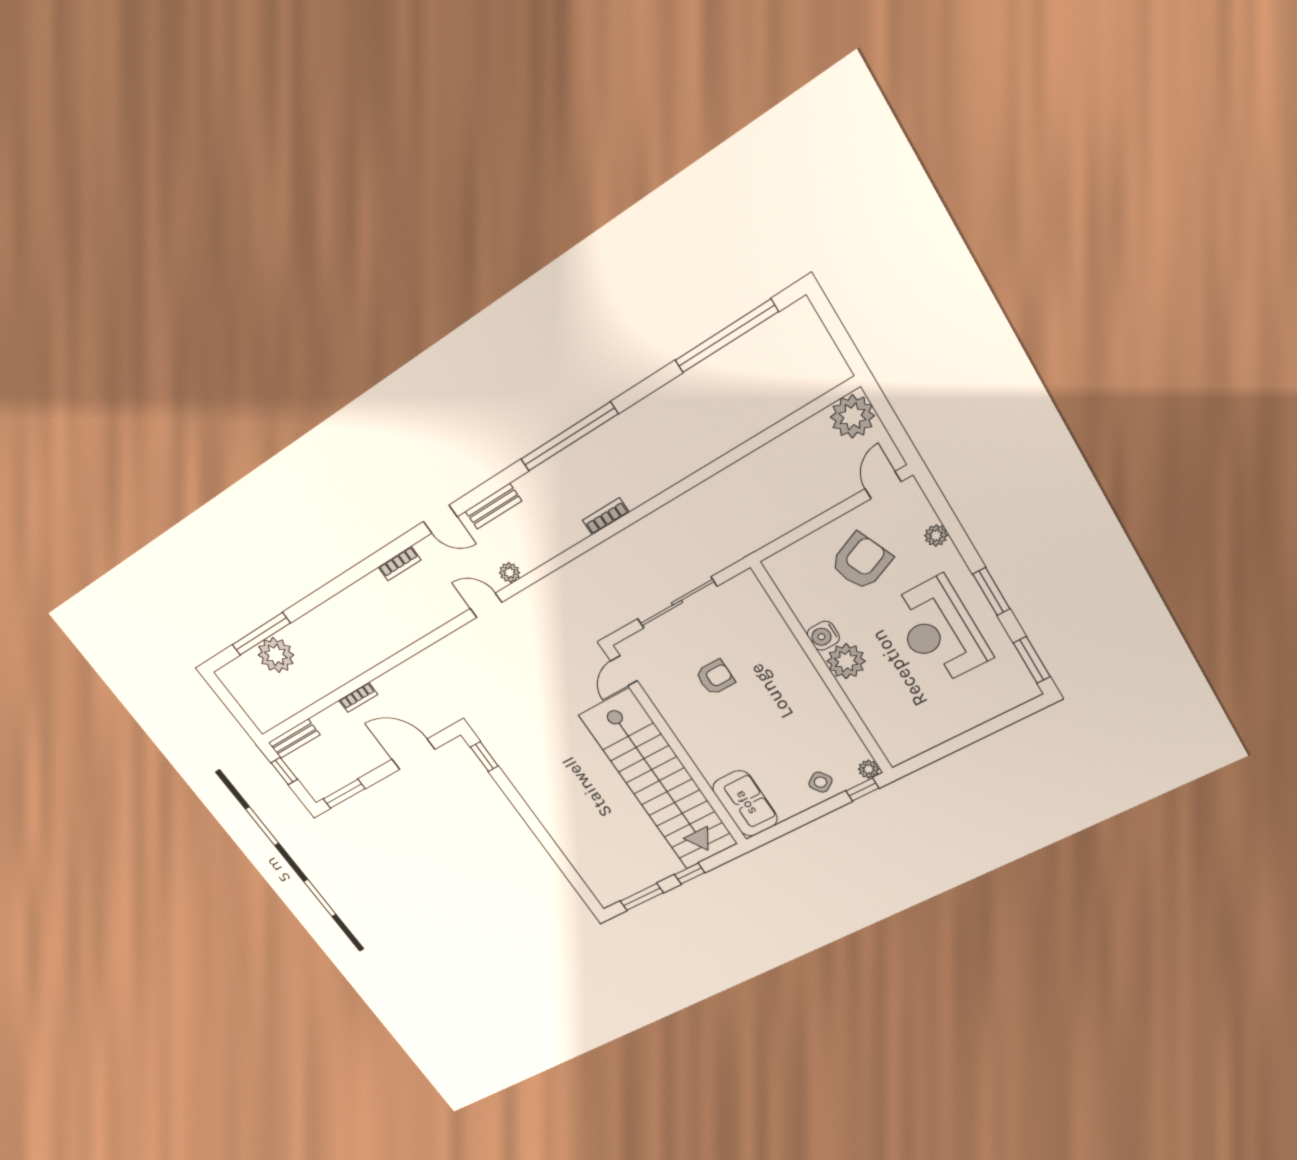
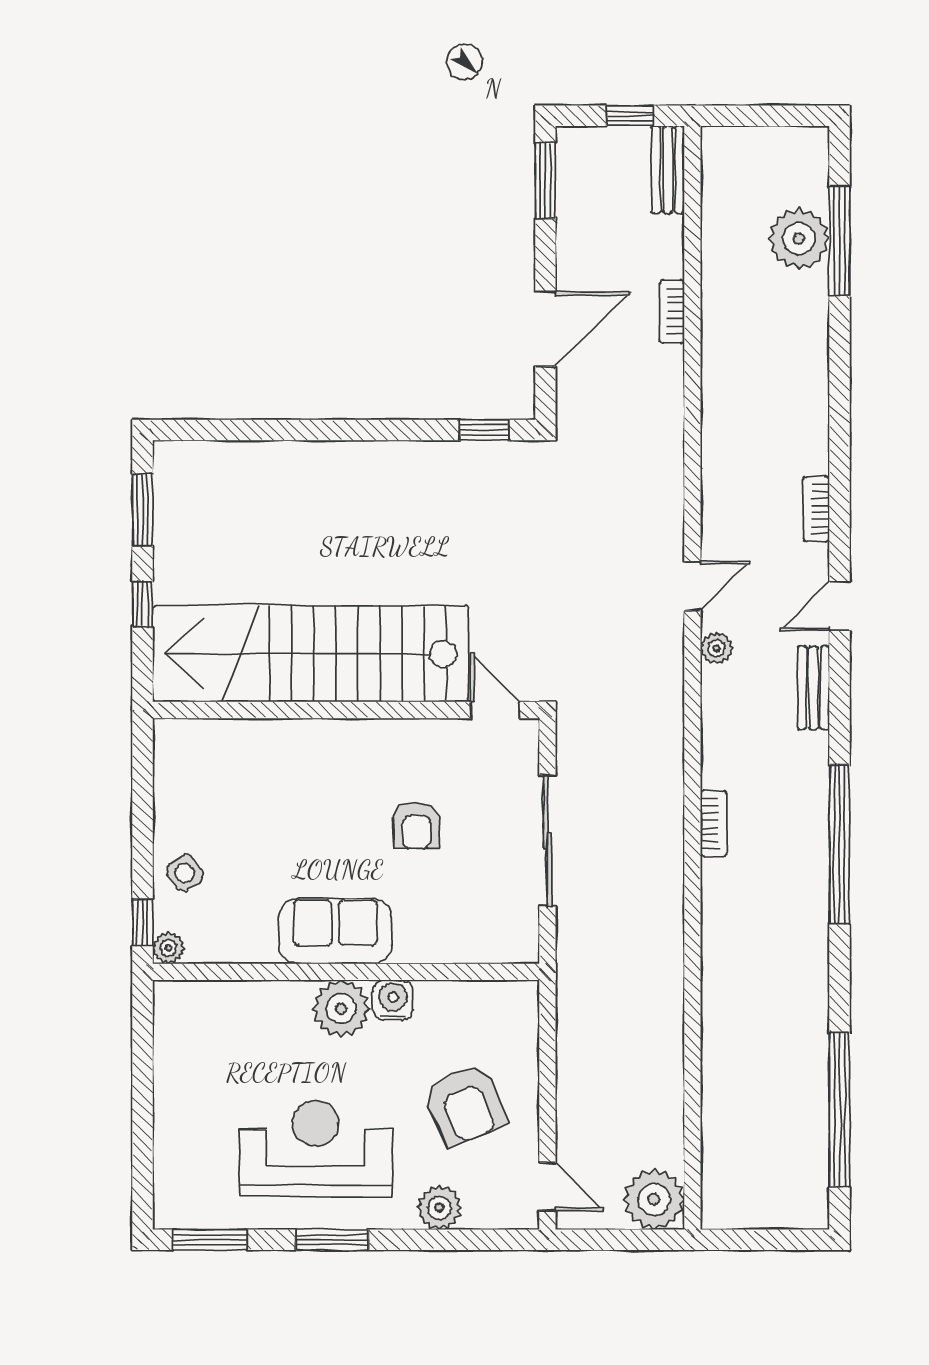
plant: (936, 535) -> (439, 1208), width x1.38, depth x1.38
sofa: (745, 803) -> (335, 931), moved, turned 180

